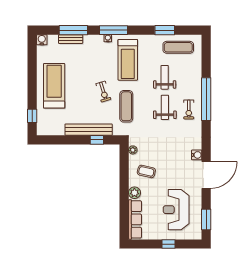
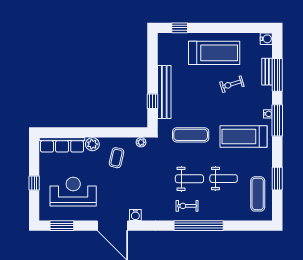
exercise bike: (103, 91) -> (232, 84), moved

